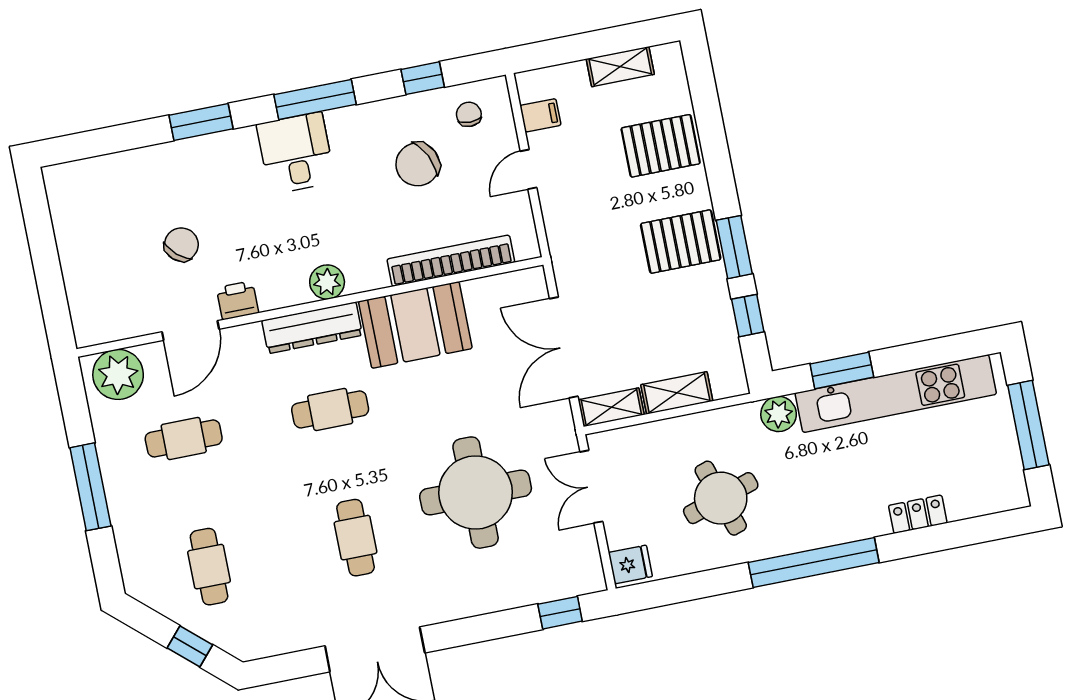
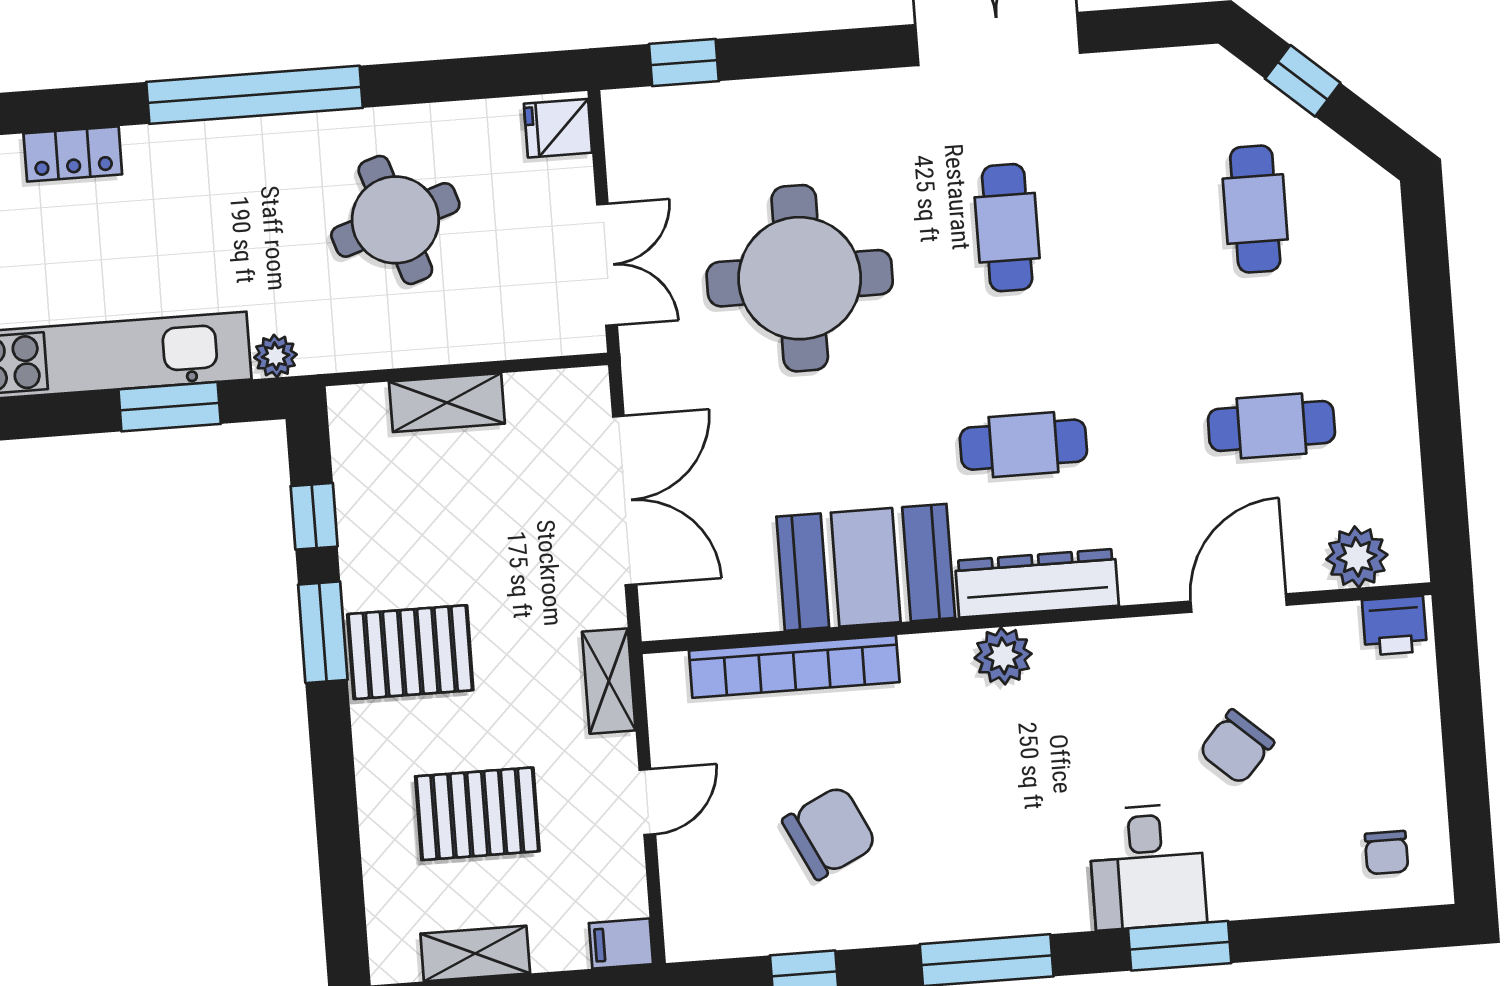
chair: (469, 114) -> (1387, 853), moved
filing cabinet: (540, 115) -> (621, 944), moved
pallet: (661, 146) -> (477, 814), moved
desk: (296, 153) -> (1147, 867), moved
printer: (237, 300) -> (1395, 626), moved
plant: (118, 374) -> (1357, 557), width x0.73, depth x0.73
shelving: (611, 407) -> (609, 681), moved, turned 90
plant: (779, 414) -> (275, 356), width x0.73, depth x0.73
window: (90, 487) -> (1435, 365), removed

